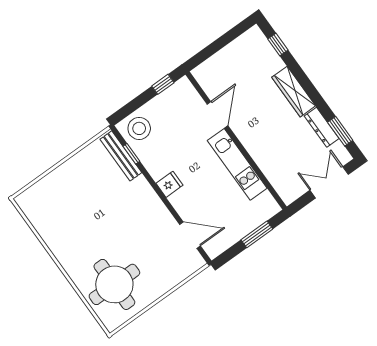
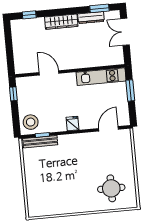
kitchen unit: (237, 164) -> (101, 77), moved
round table: (114, 284) -> (111, 188), width x0.73, depth x0.73

